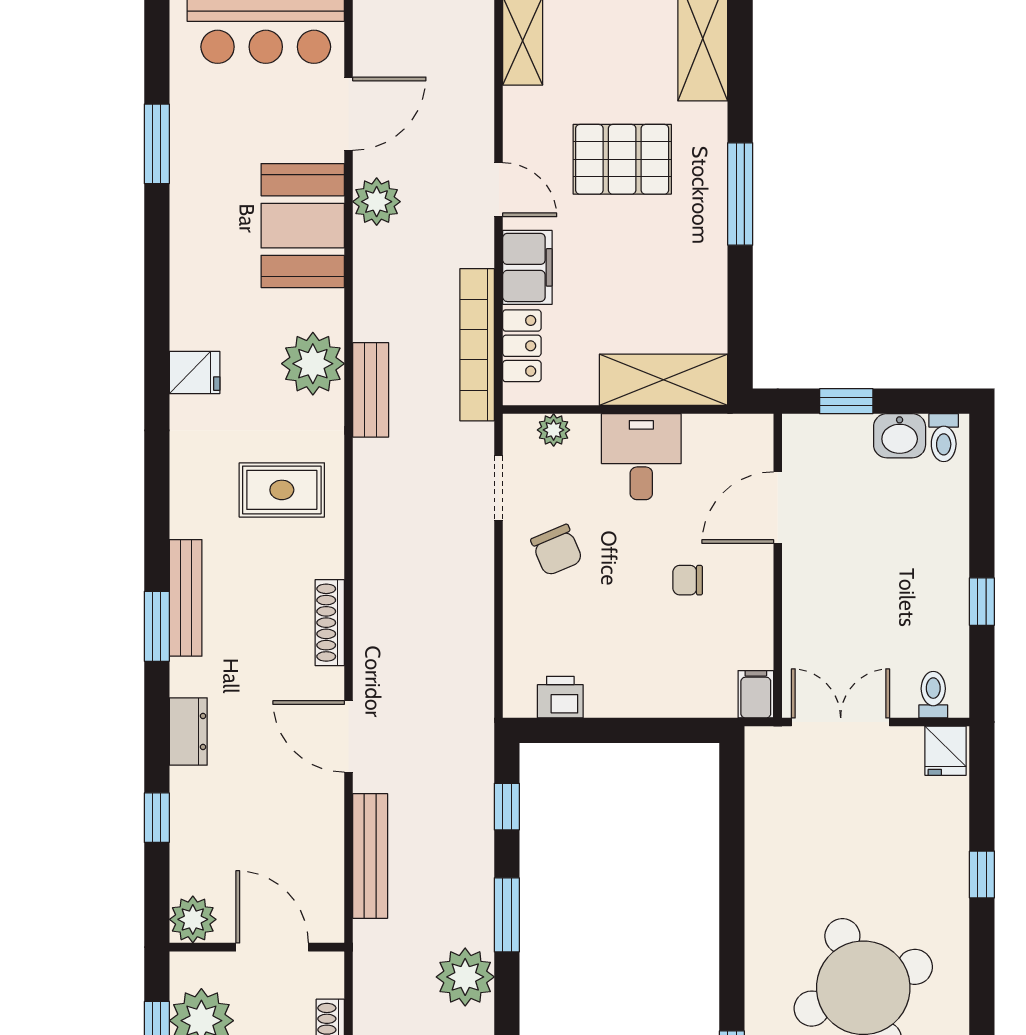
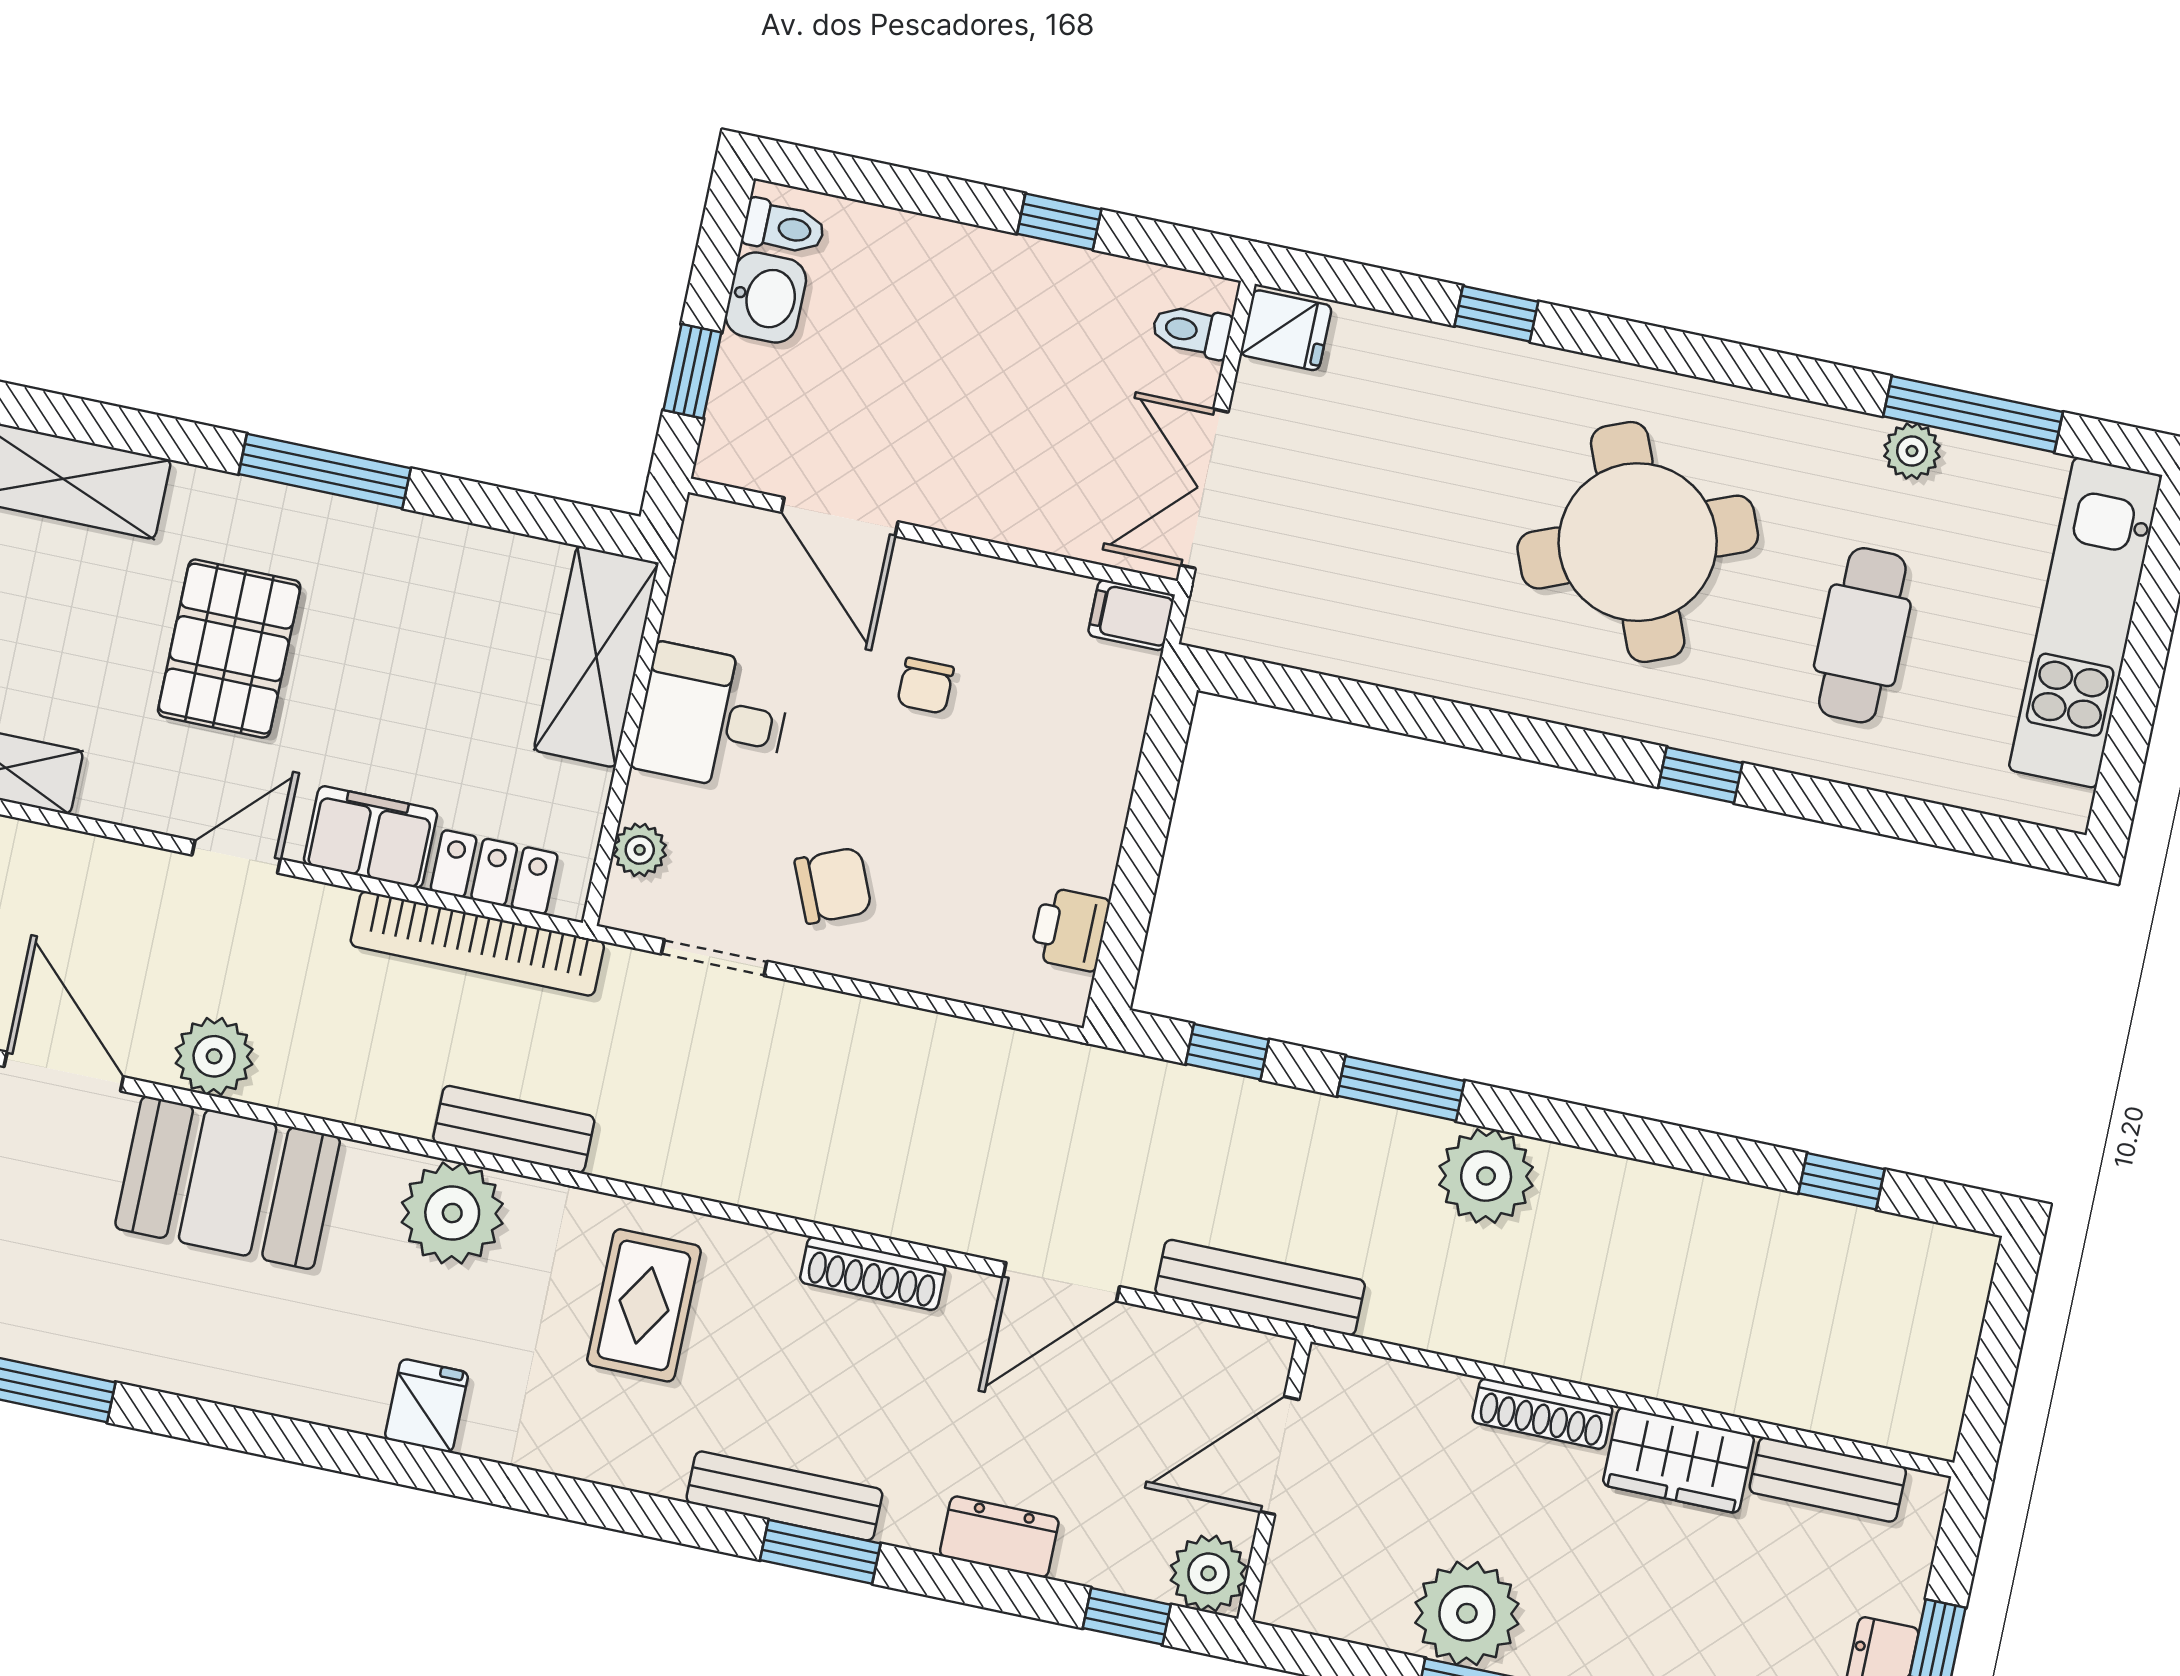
plant: (193, 919) -> (1209, 1573), moved
wall: (257, 947) -> (1274, 1480), moved
door: (272, 947) -> (1280, 1456), moved

